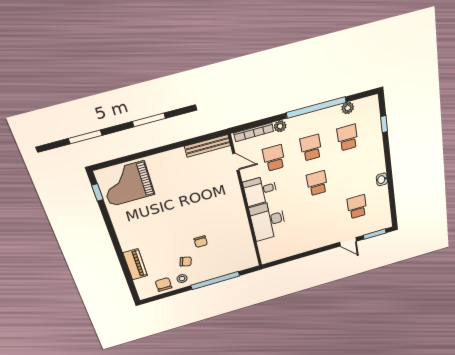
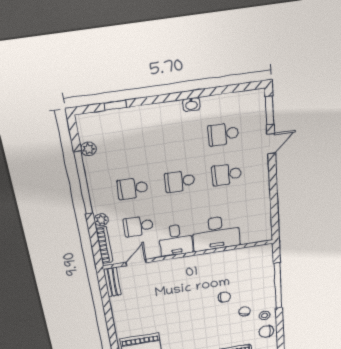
school desk: (348, 138) -> (227, 174), moved
bench: (207, 146) -> (112, 282), width x0.73

